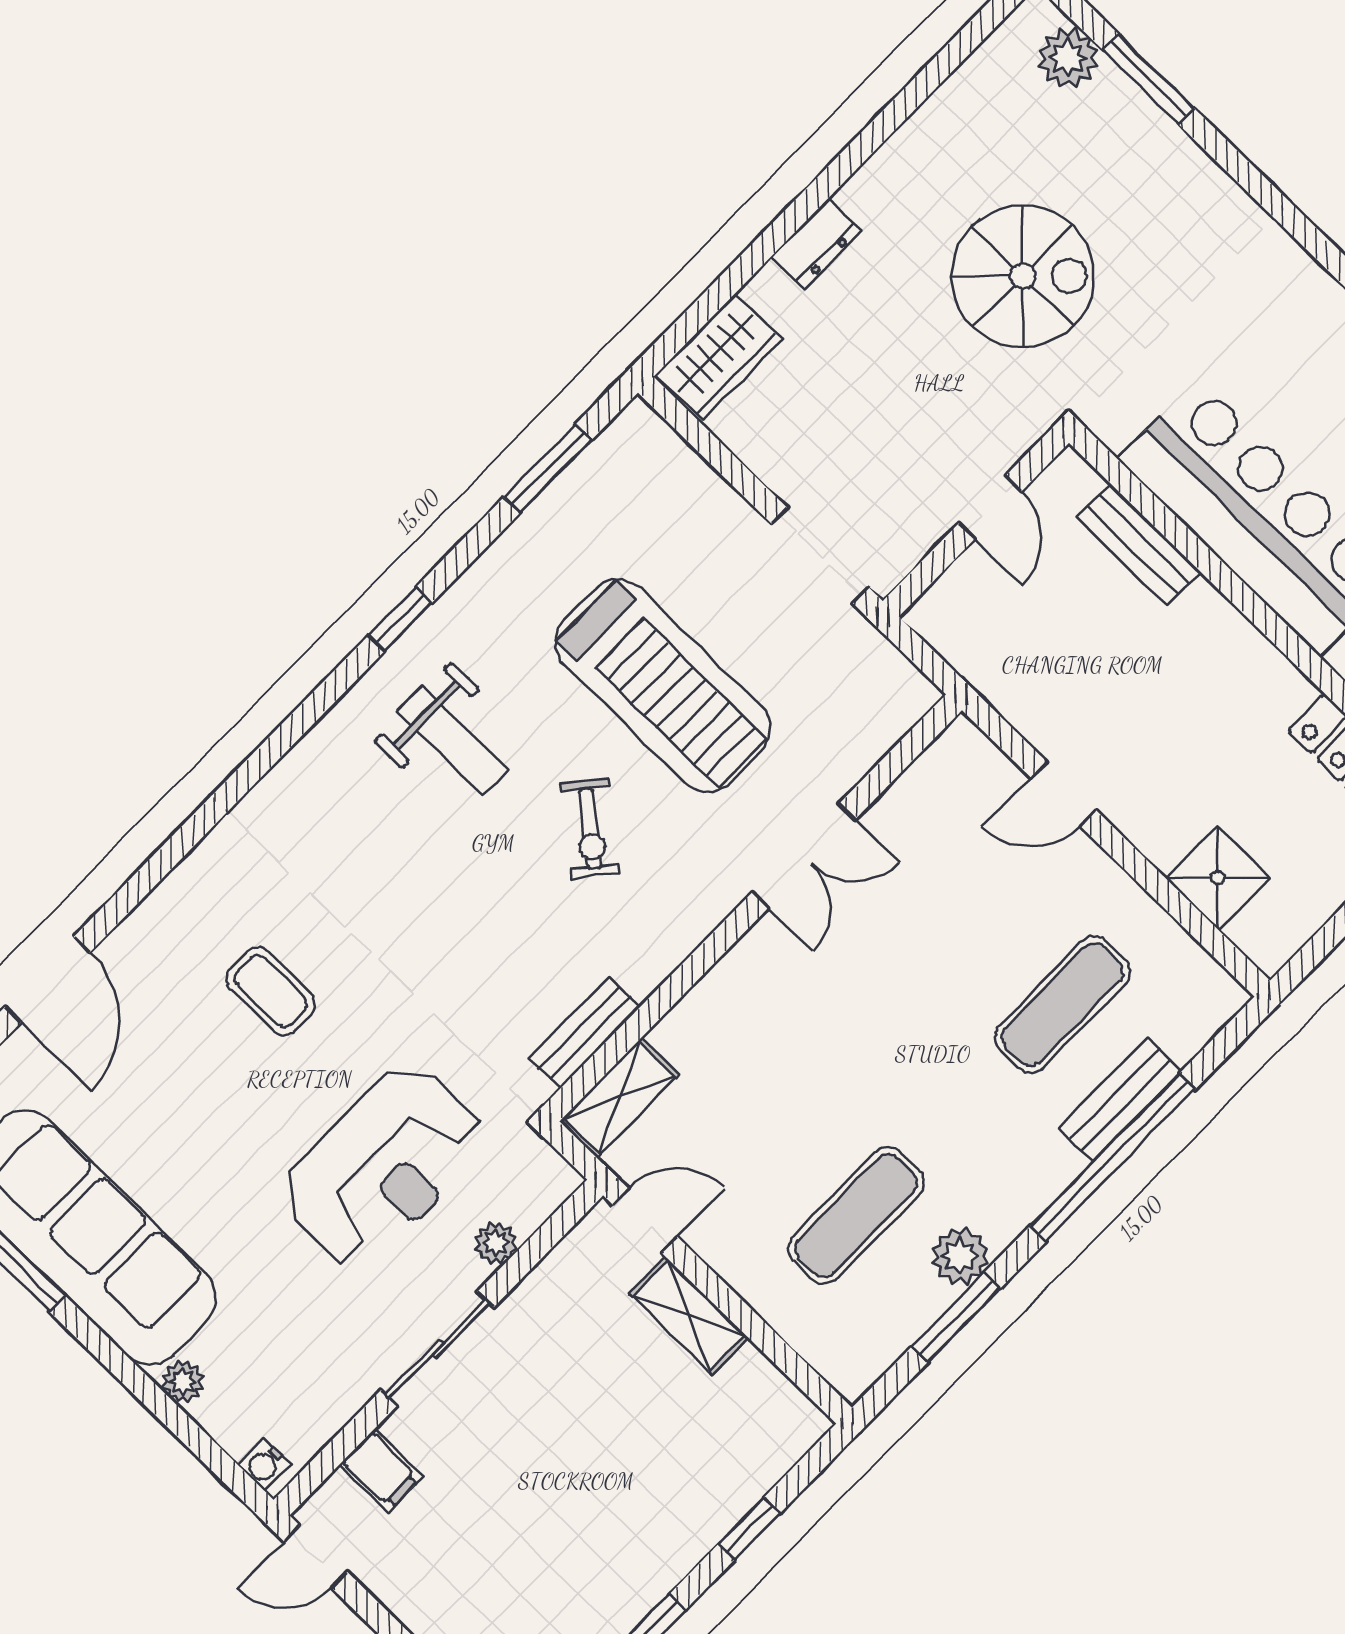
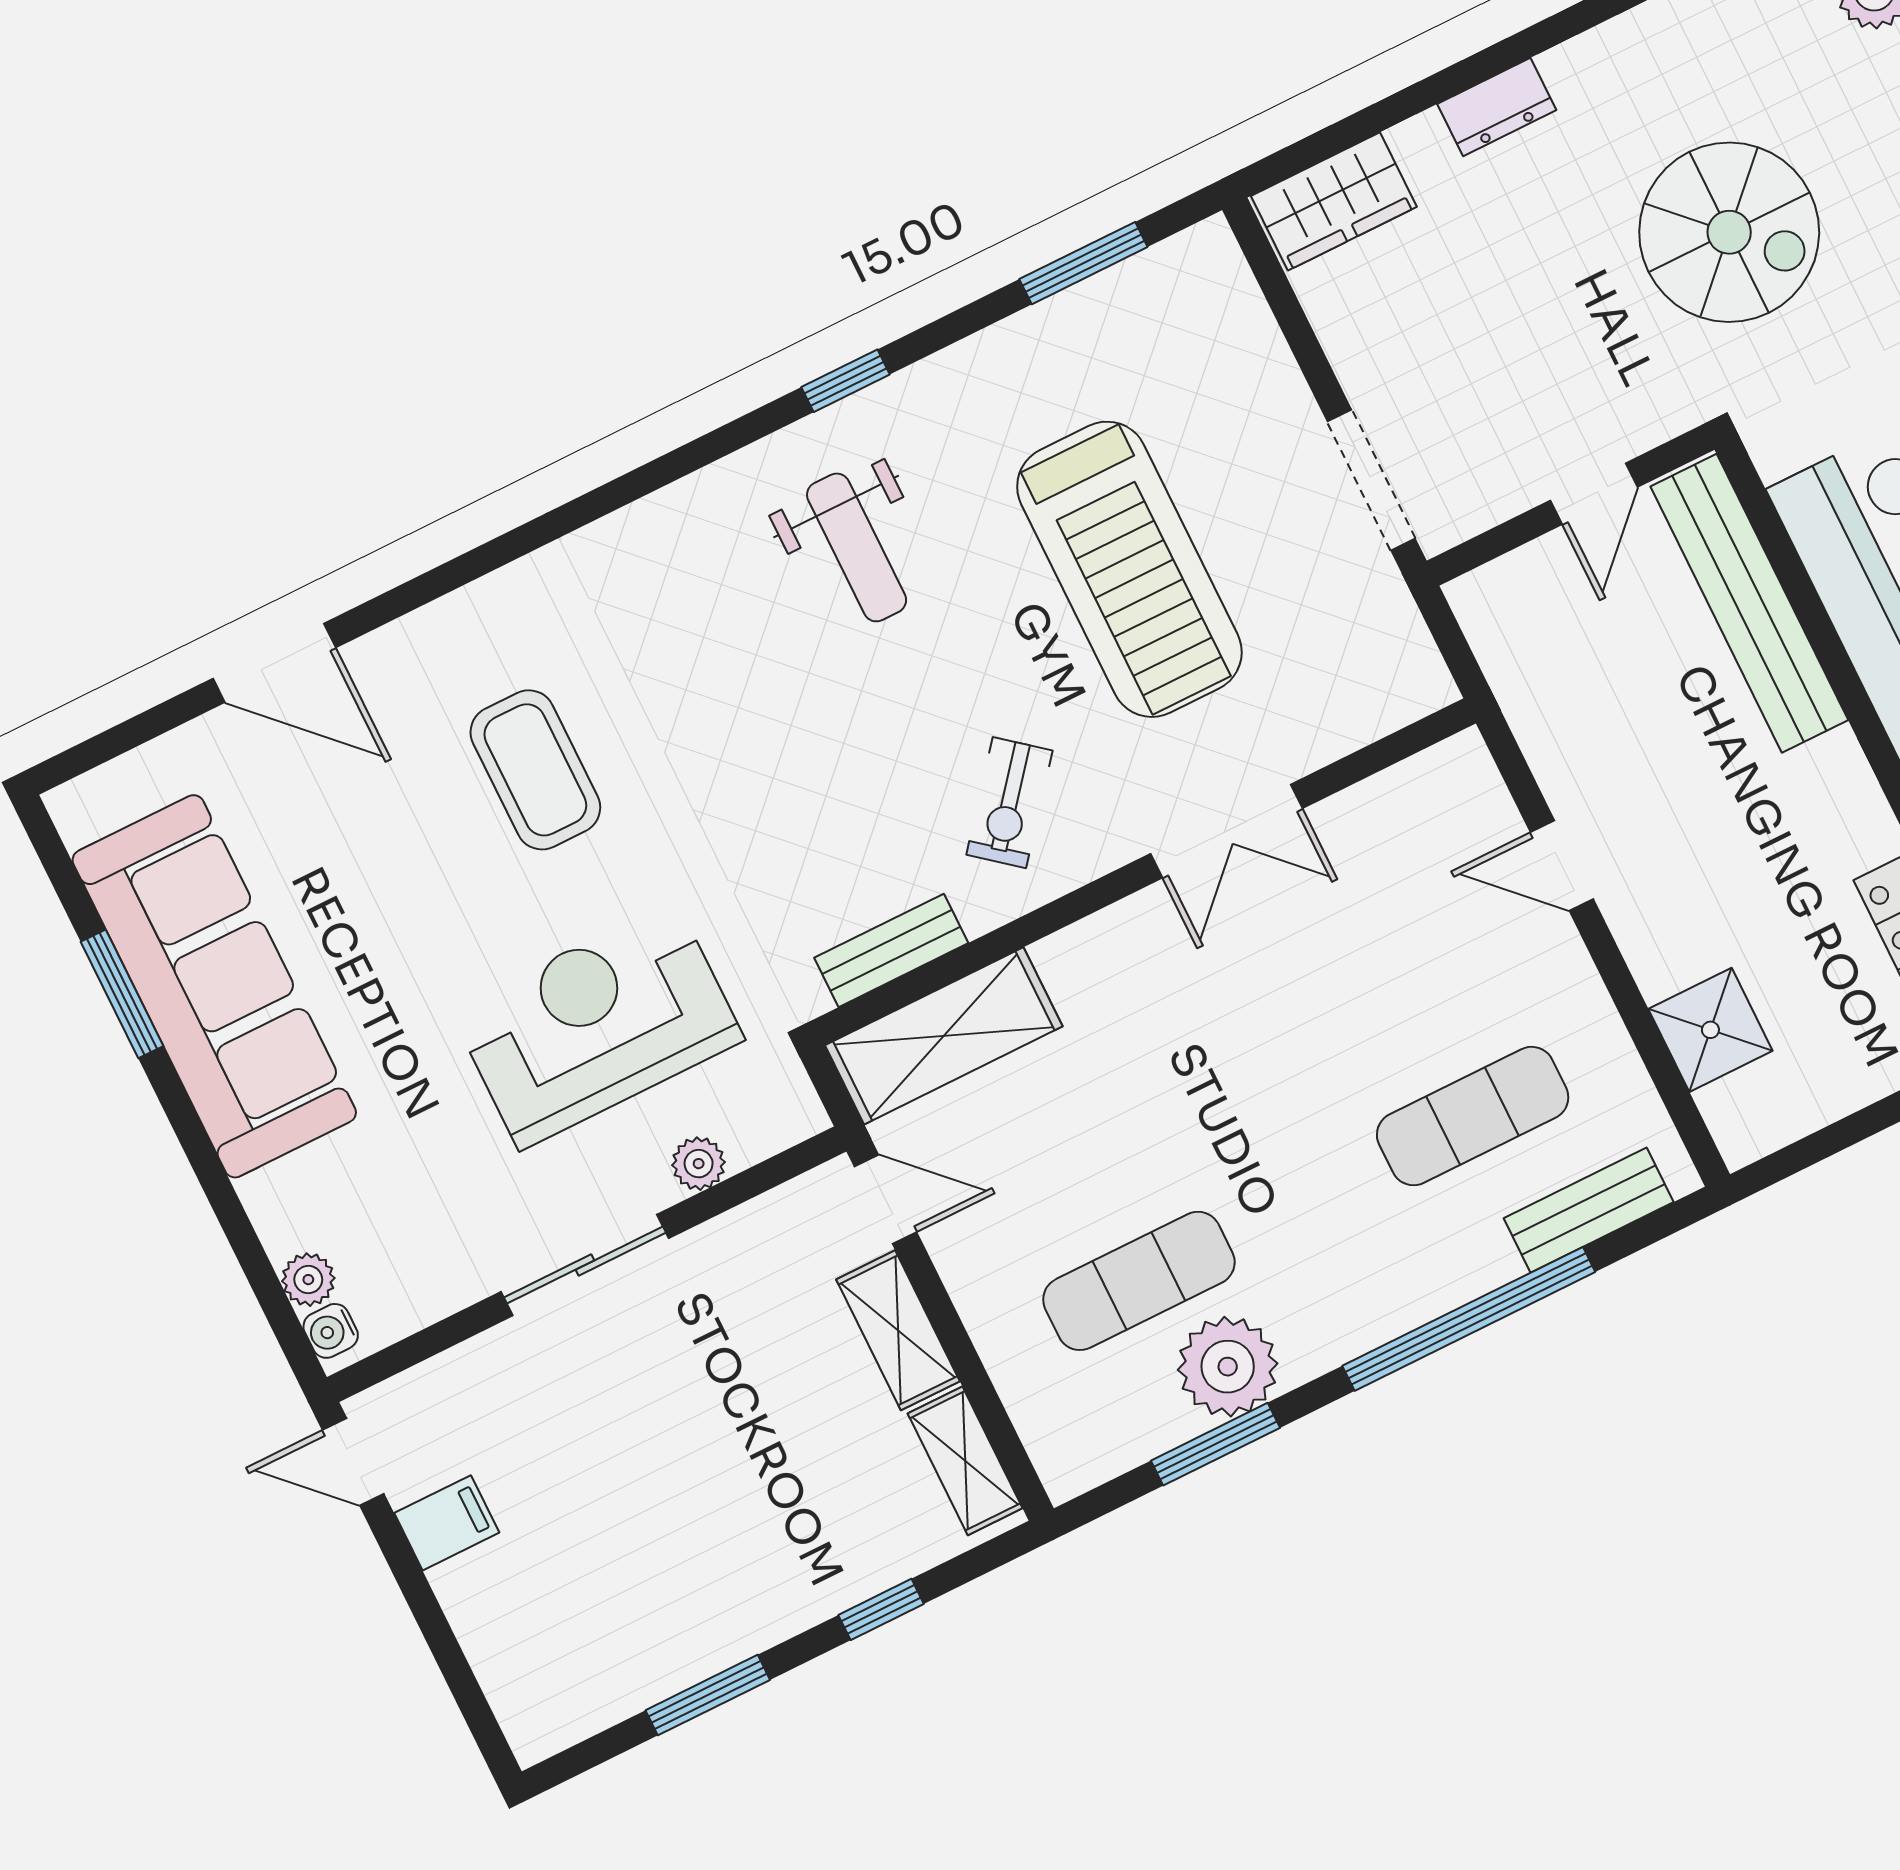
bench: (1139, 545) -> (1749, 603), width x1.86, depth x1.21
exercise bike: (590, 829) -> (1009, 803), moved
door: (47, 980) -> (274, 663), hinge flipped
coffee table: (271, 991) -> (535, 770), width x1.36, depth x1.30
shelving: (619, 1098) -> (944, 1036), width x1.50, depth x1.33
bench: (1120, 1100) -> (1589, 1210), moved
reception desk: (384, 1166) -> (597, 1025), turned 180
plant: (960, 1256) -> (1228, 1367), width x1.36, depth x1.36
plant: (183, 1382) -> (308, 1280), moved
shelving: (773, 1396) -> (965, 1461), added
filing cabinet: (381, 1471) -> (447, 1523), moved, turned -90

